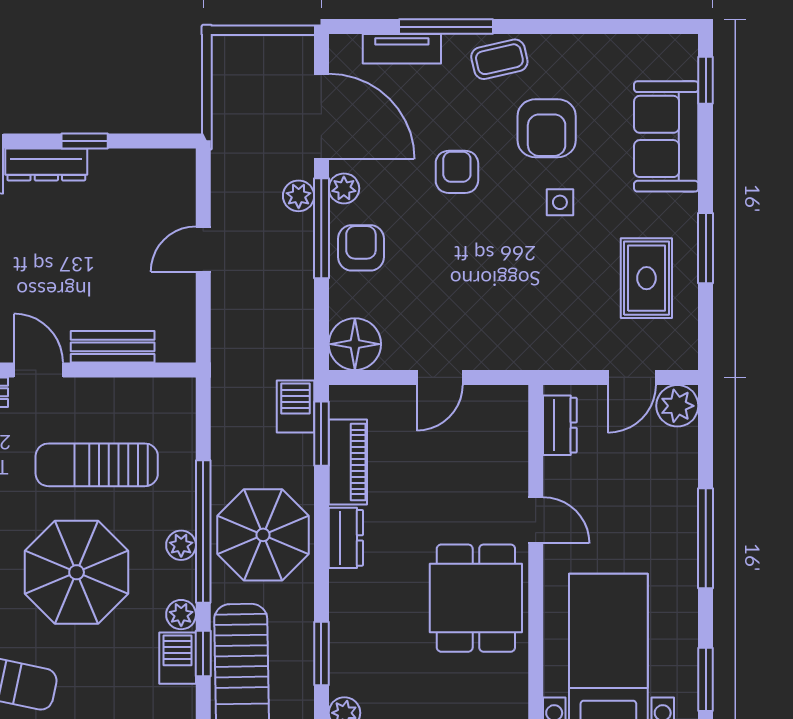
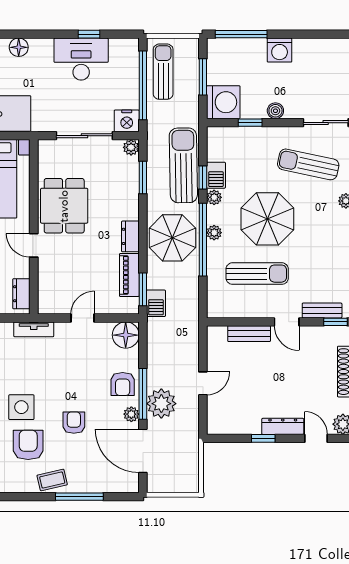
tv unit: (402, 49) -> (34, 329), moved, turned 180
armchair: (457, 172) -> (74, 423), turned 180
plant: (299, 196) -> (161, 404), width x1.87, depth x1.87
side table: (560, 202) -> (21, 407), width x1.87, depth x1.87

